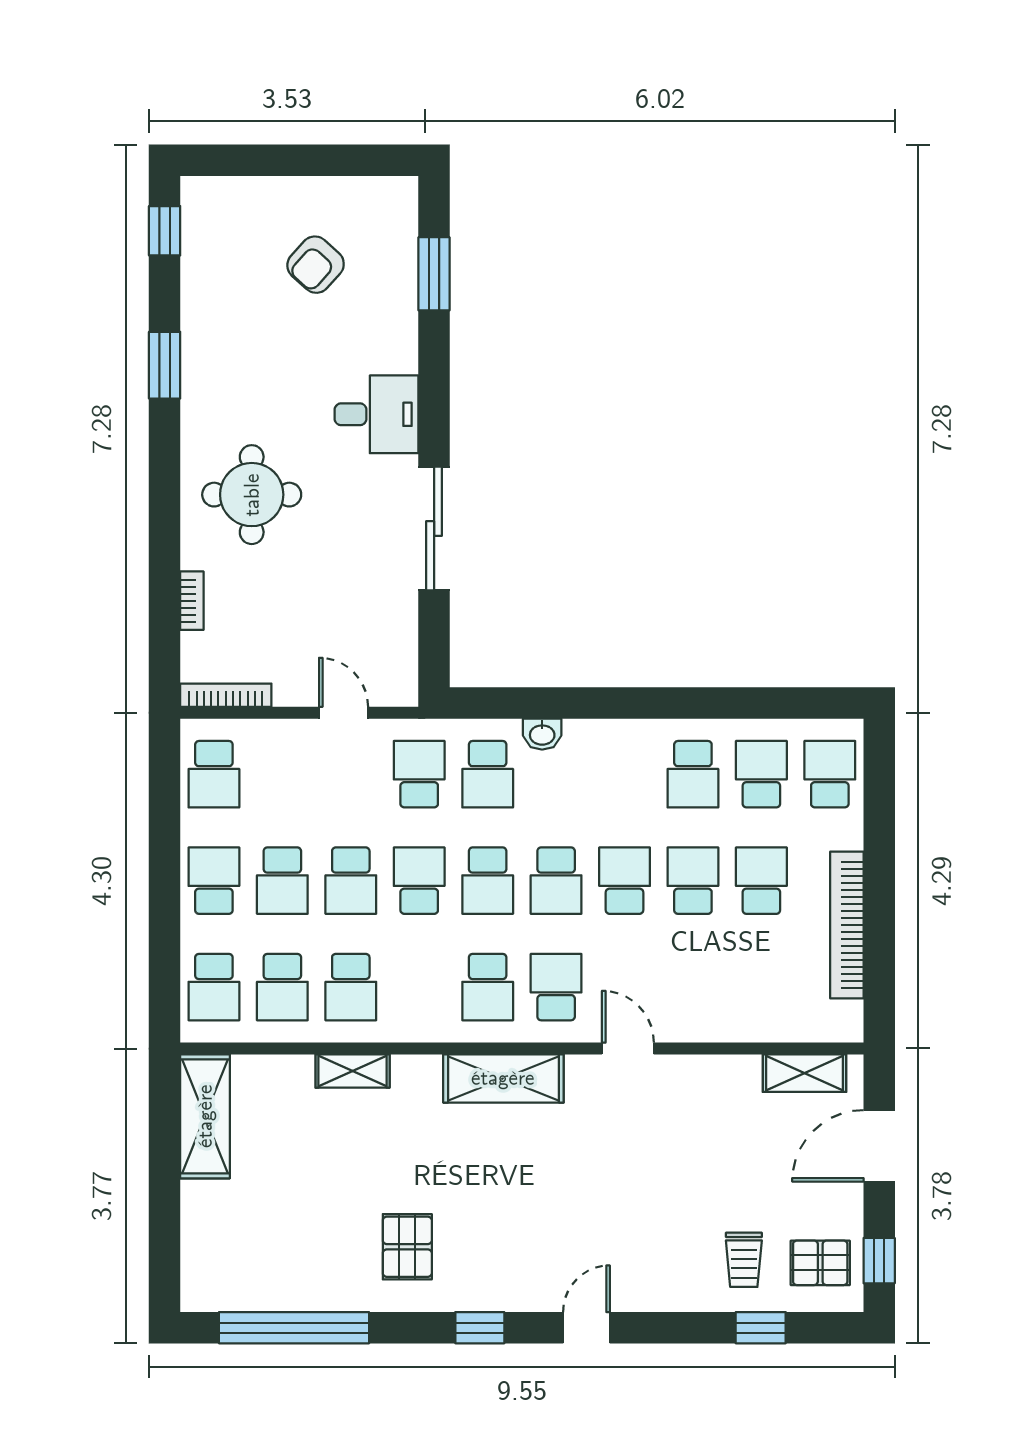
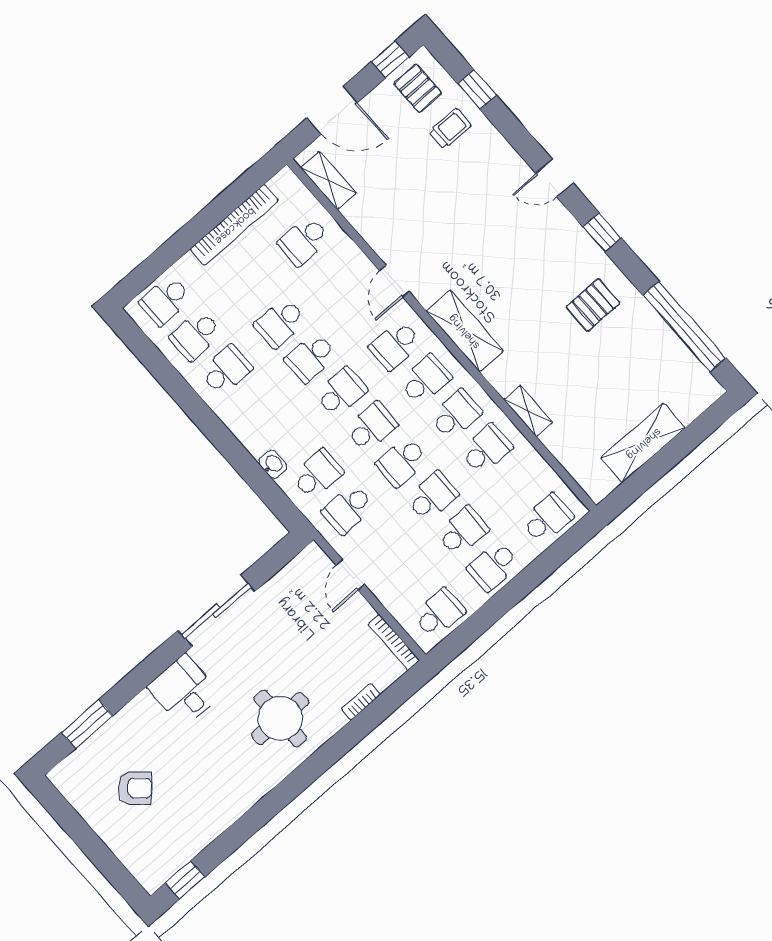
window: (165, 365) -> (253, 820), removed
school desk: (761, 881) -> (304, 241), moved
school desk: (282, 987) -> (456, 414), moved
shelving: (205, 1116) -> (643, 443), moved

